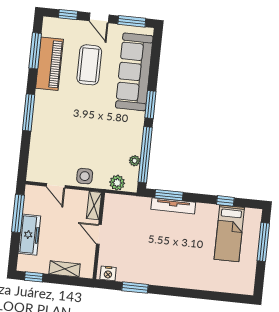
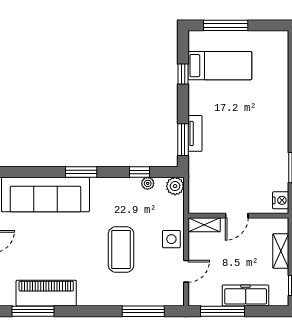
coffee table: (89, 65) -> (121, 250), moved, turned 90
window: (29, 112) -> (143, 311), moved
window: (145, 155) -> (139, 172), width x0.32
plant: (117, 183) -> (175, 186), moved
tv unit: (173, 206) -> (195, 133), width x0.71

